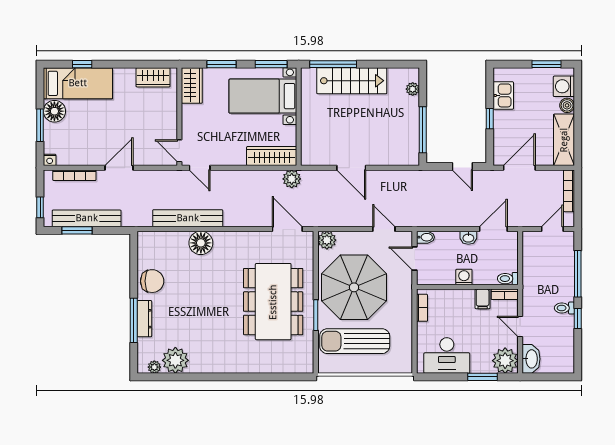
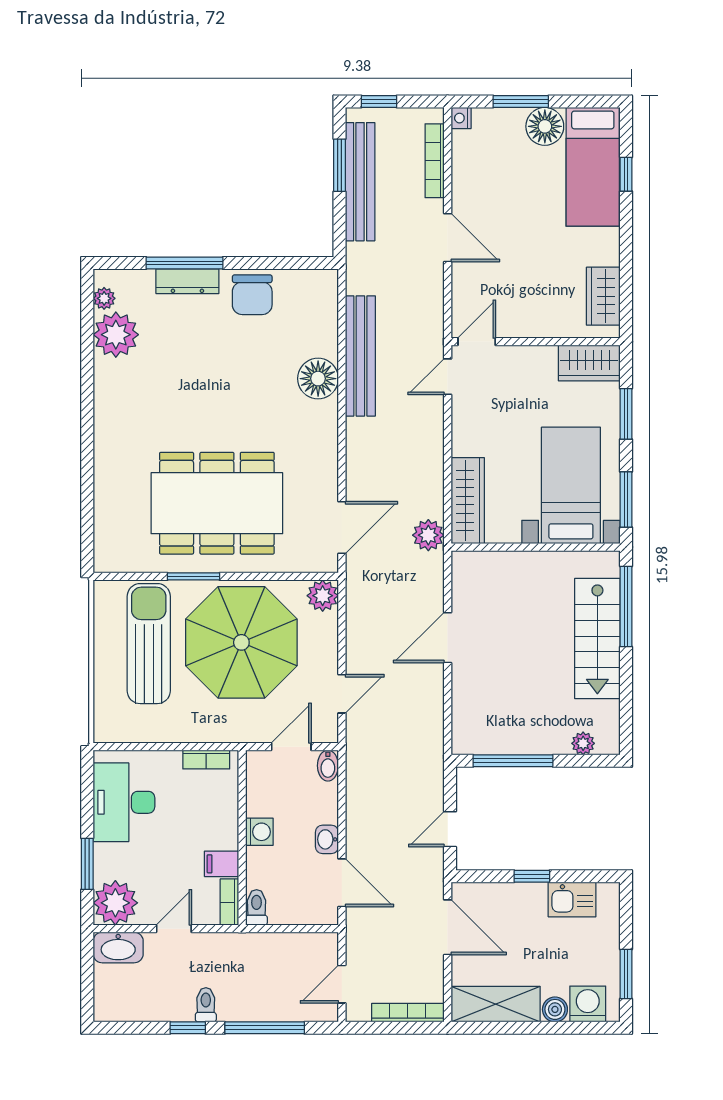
door: (552, 229) -> (342, 984), swing flipped

